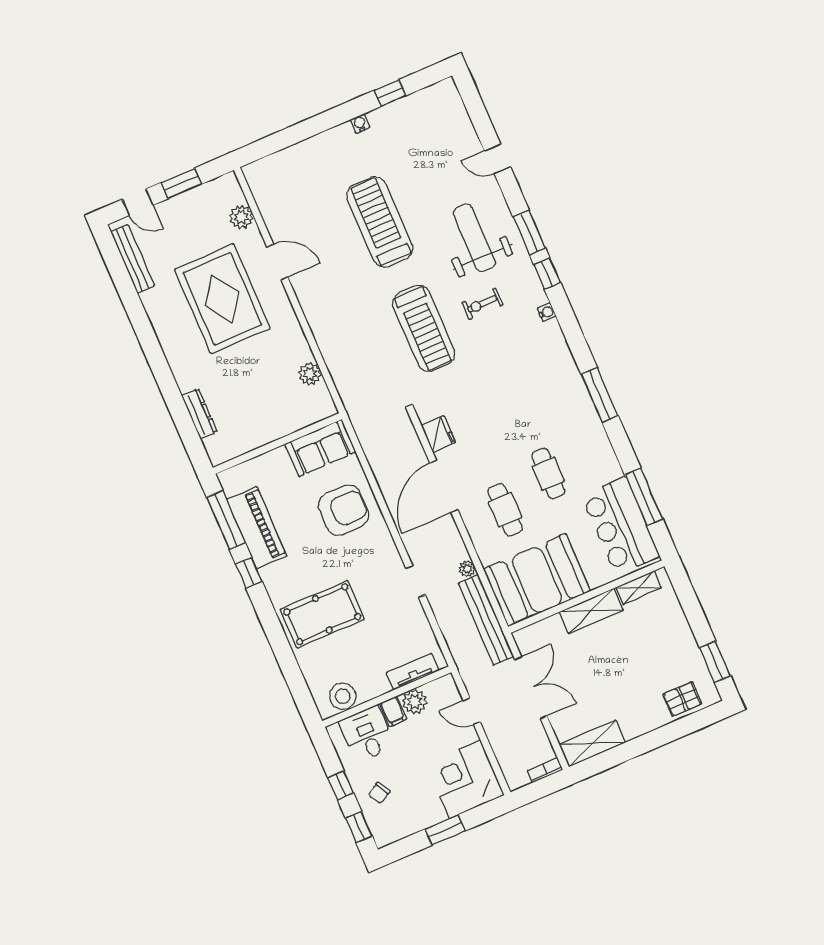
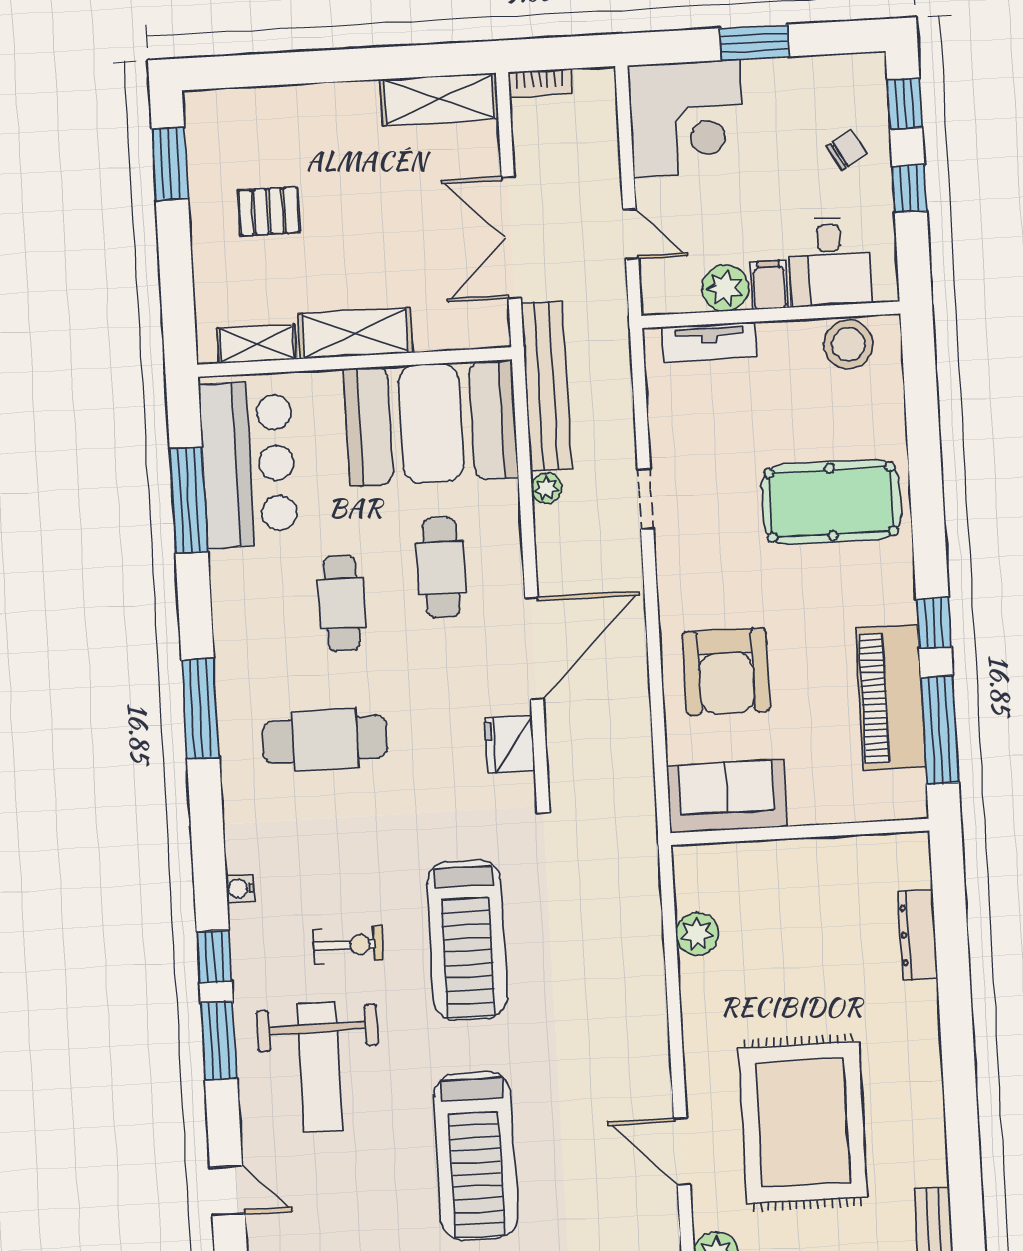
treadmill: (424, 328) -> (467, 940), turned 180
cafe table: (532, 402) -> (325, 739), added
armchair: (344, 510) -> (726, 672), turned -90
pallet: (682, 699) -> (269, 211), moved

